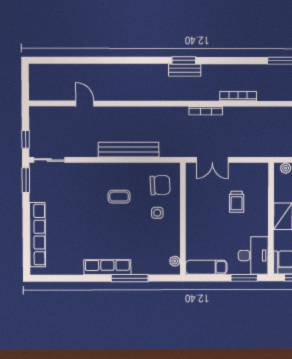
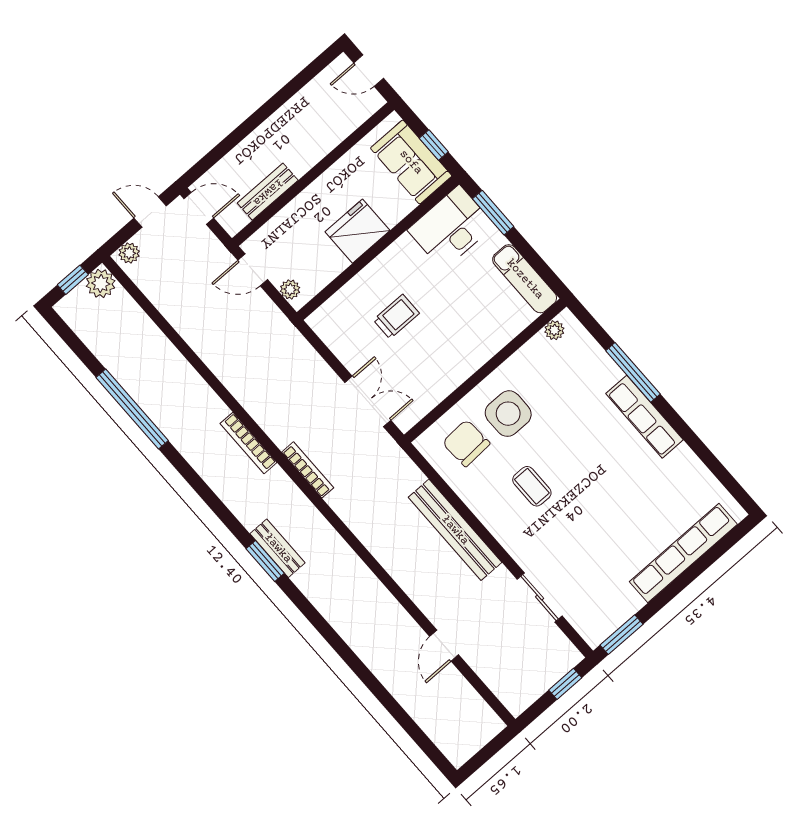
sliding door: (49, 160) -> (540, 598), moved
side table: (157, 213) -> (508, 414), width x1.87, depth x1.87

